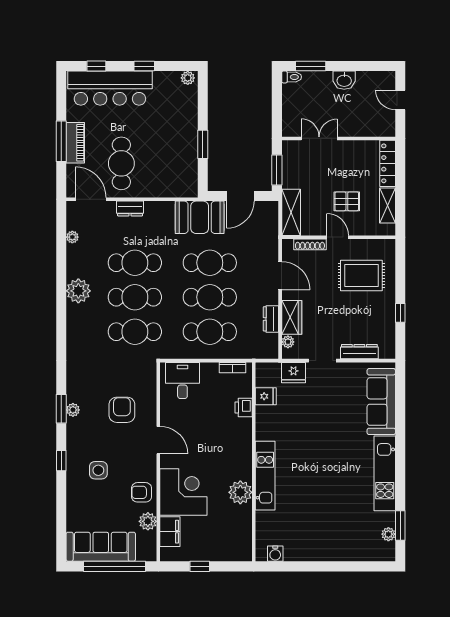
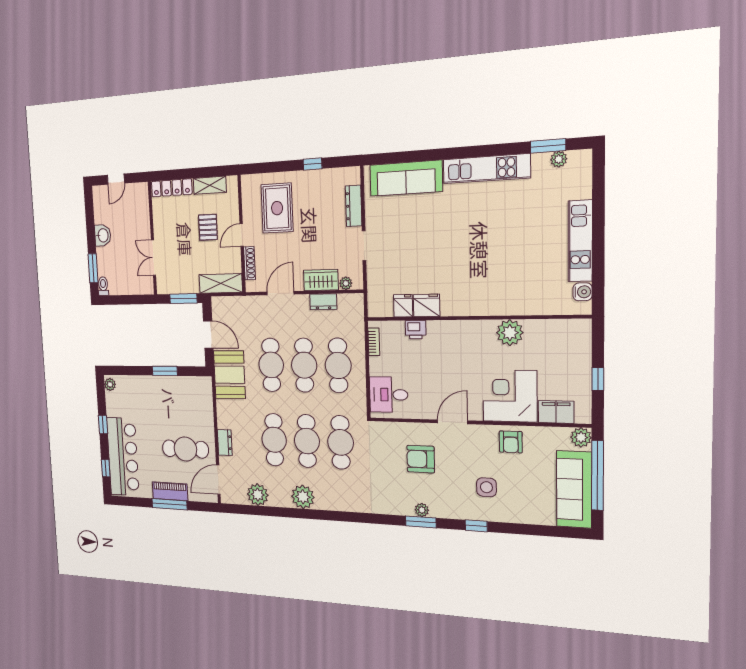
plant: (72, 237) -> (258, 495), width x1.87, depth x1.87
fridge: (294, 373) -> (427, 305), moved, turned -90
kitchen unit: (265, 476) -> (580, 241), moved, turned -90
plant: (148, 521) -> (581, 437), moved

